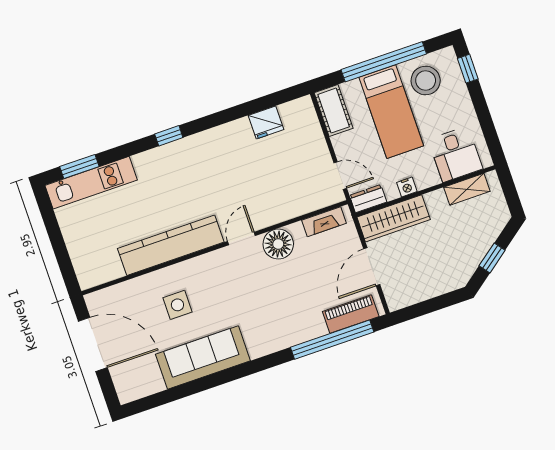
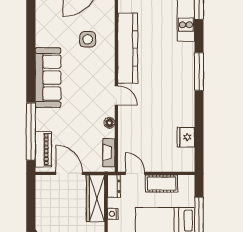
cot: (334, 111) -> (161, 183), moved
window: (169, 136) -> (199, 71), width x2.17
door: (340, 176) -> (135, 173), swing flipped
floor lamp: (278, 244) -> (109, 123), width x0.53, depth x0.53
sofa: (203, 357) -> (48, 78), moved

